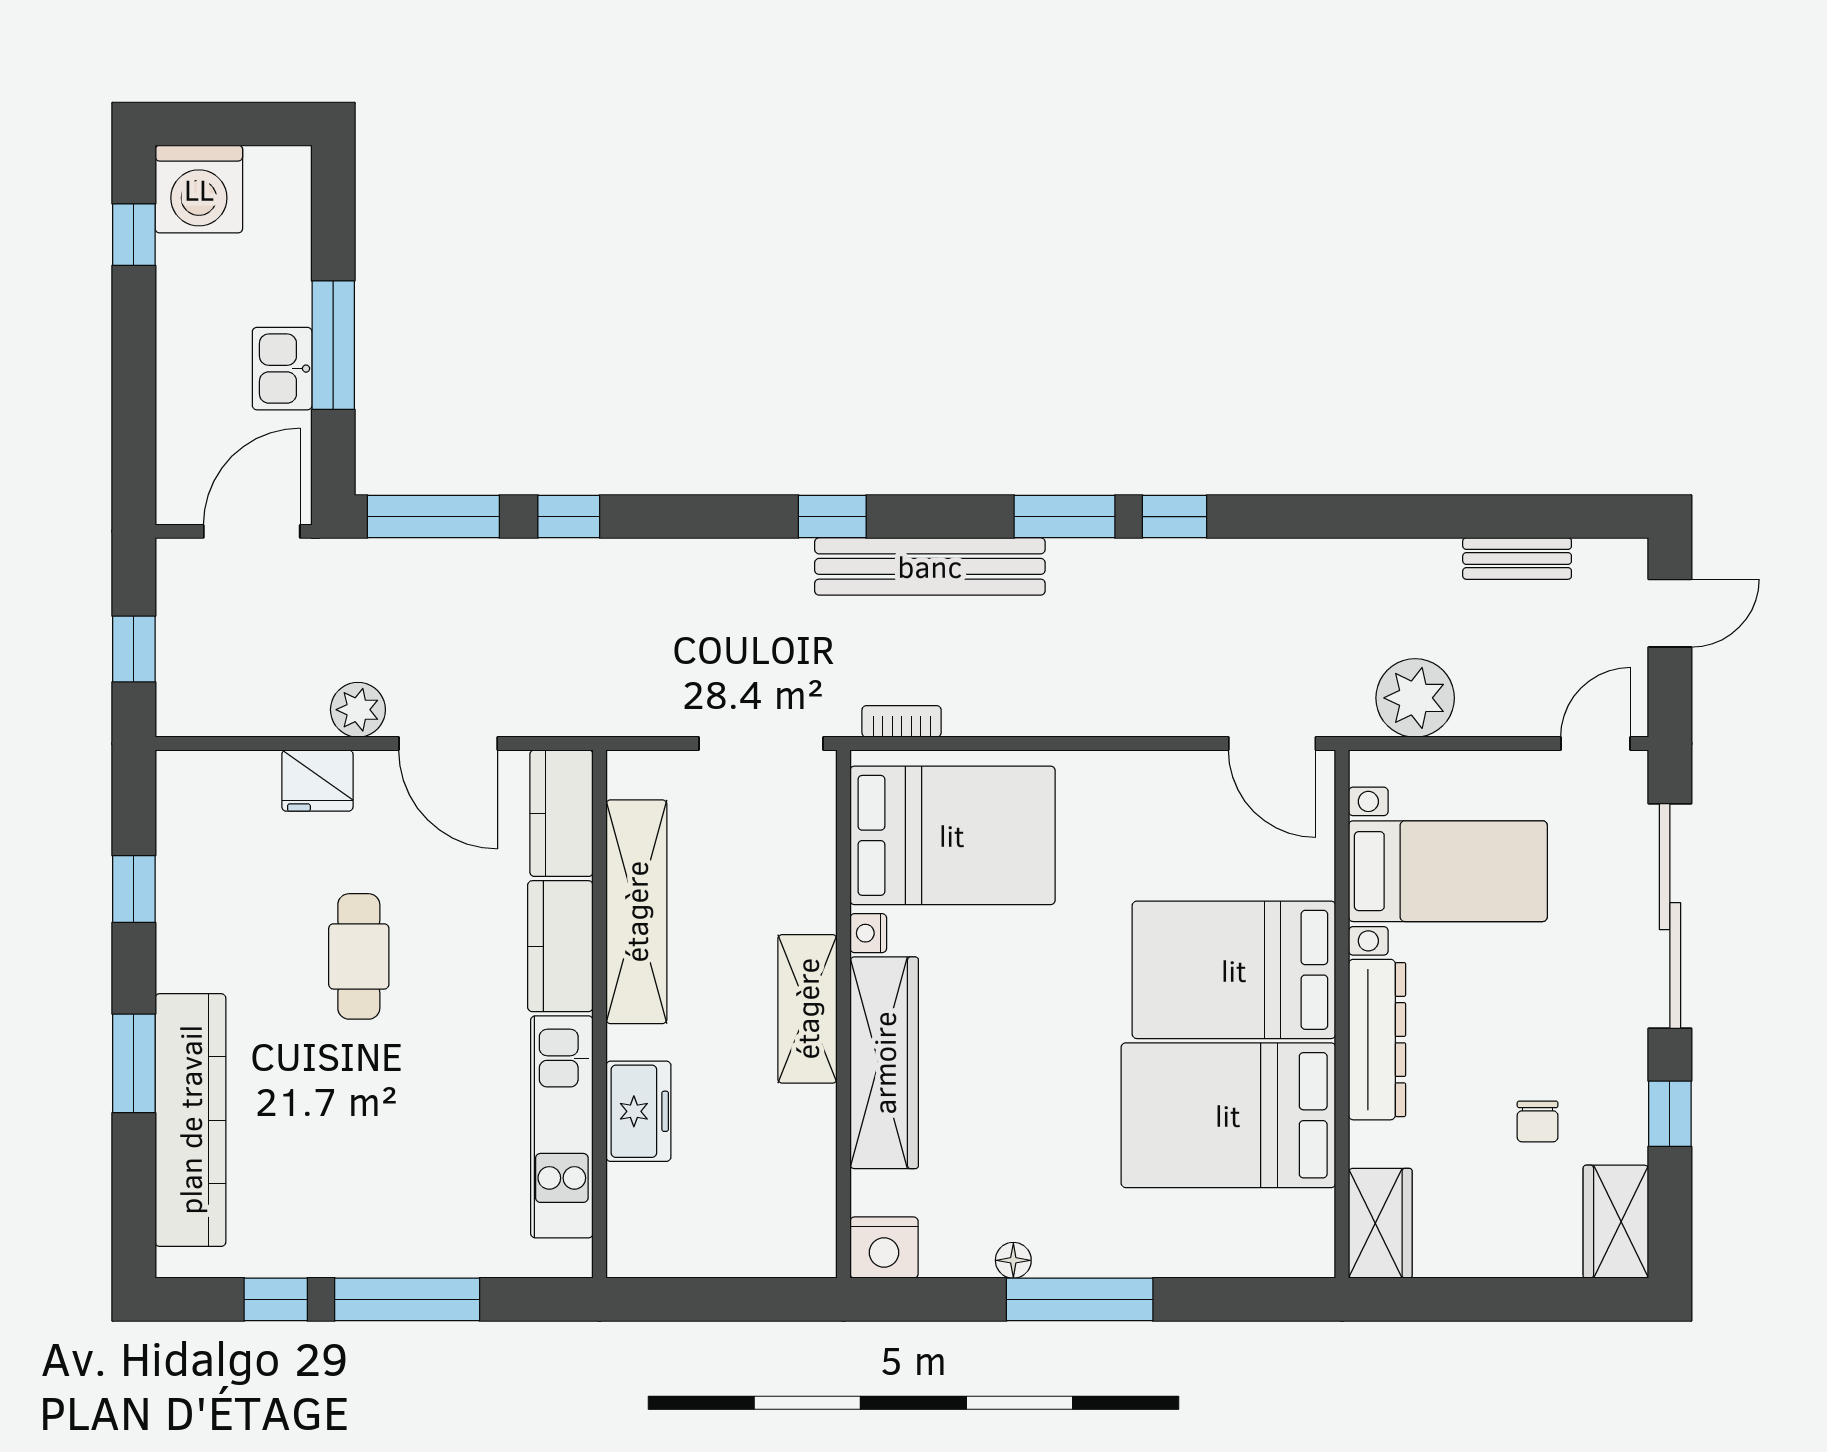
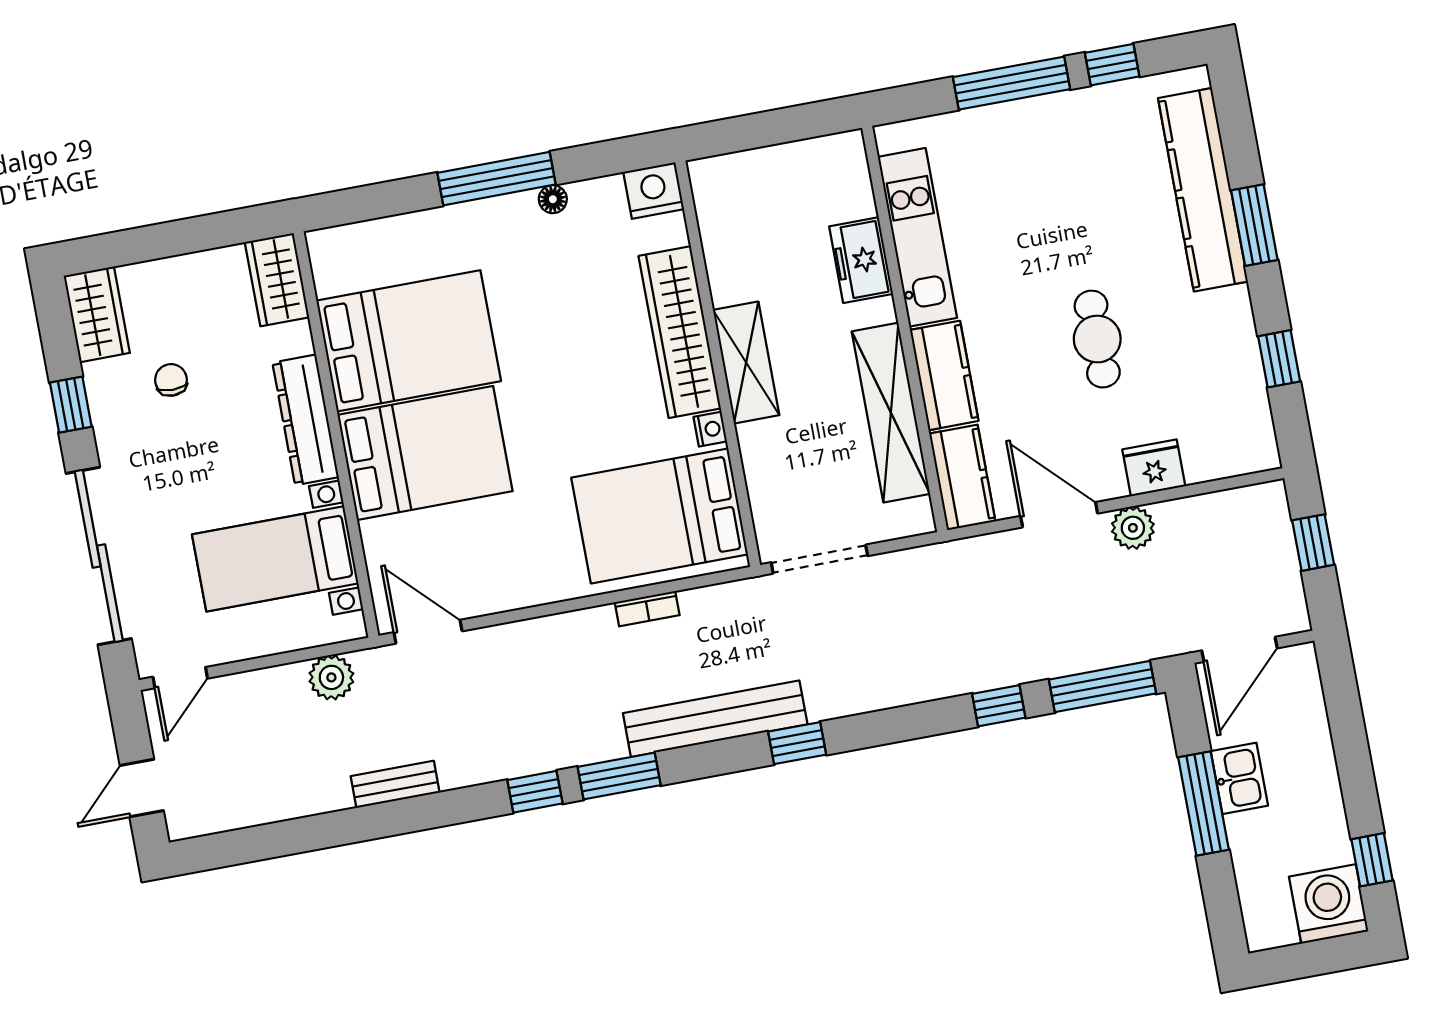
bench: (1517, 559) -> (395, 784), moved
plant: (1415, 698) -> (331, 677), width x0.73, depth x0.73
bookcase: (902, 721) -> (647, 609), moved

